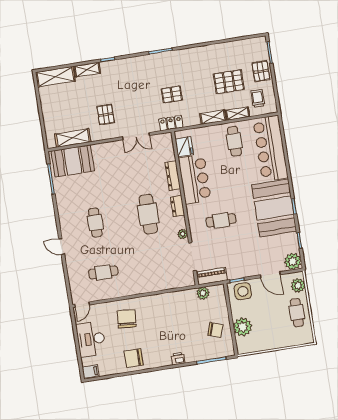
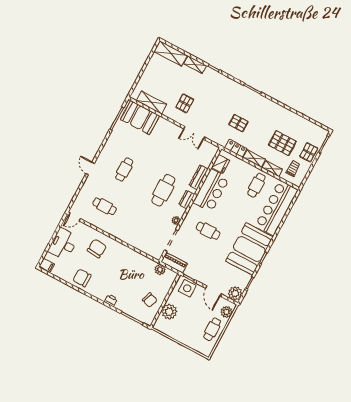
locker: (171, 123) -> (236, 148), moved

